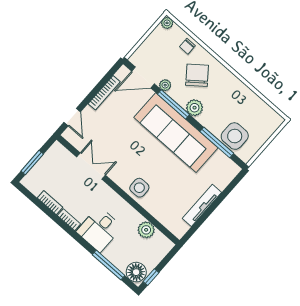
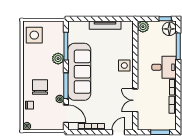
chair: (197, 75) -> (40, 87), turned 128
plant: (195, 108) -> (58, 59), moved
side table: (235, 136) -> (34, 35), moved
plant: (146, 230) -> (143, 27), moved

